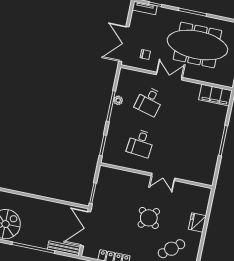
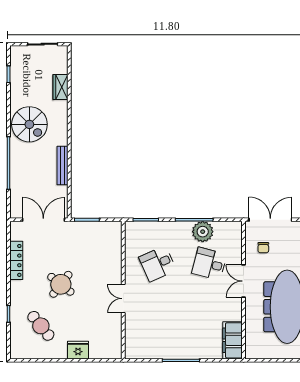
double door: (169, 76) -> (244, 281), swing flipped
plant: (118, 100) -> (203, 232), width x1.88, depth x1.88
desk: (141, 143) -> (158, 264), turned -30
round table: (149, 218) -> (61, 284), moved
bench: (64, 248) -> (62, 165), moved

